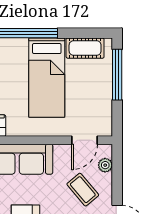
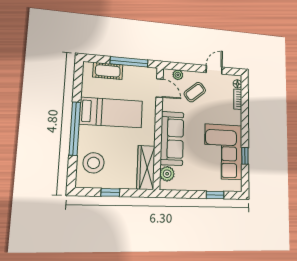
cot: (85, 48) -> (108, 71), moved, turned 90
window: (117, 75) -> (129, 62), moved

